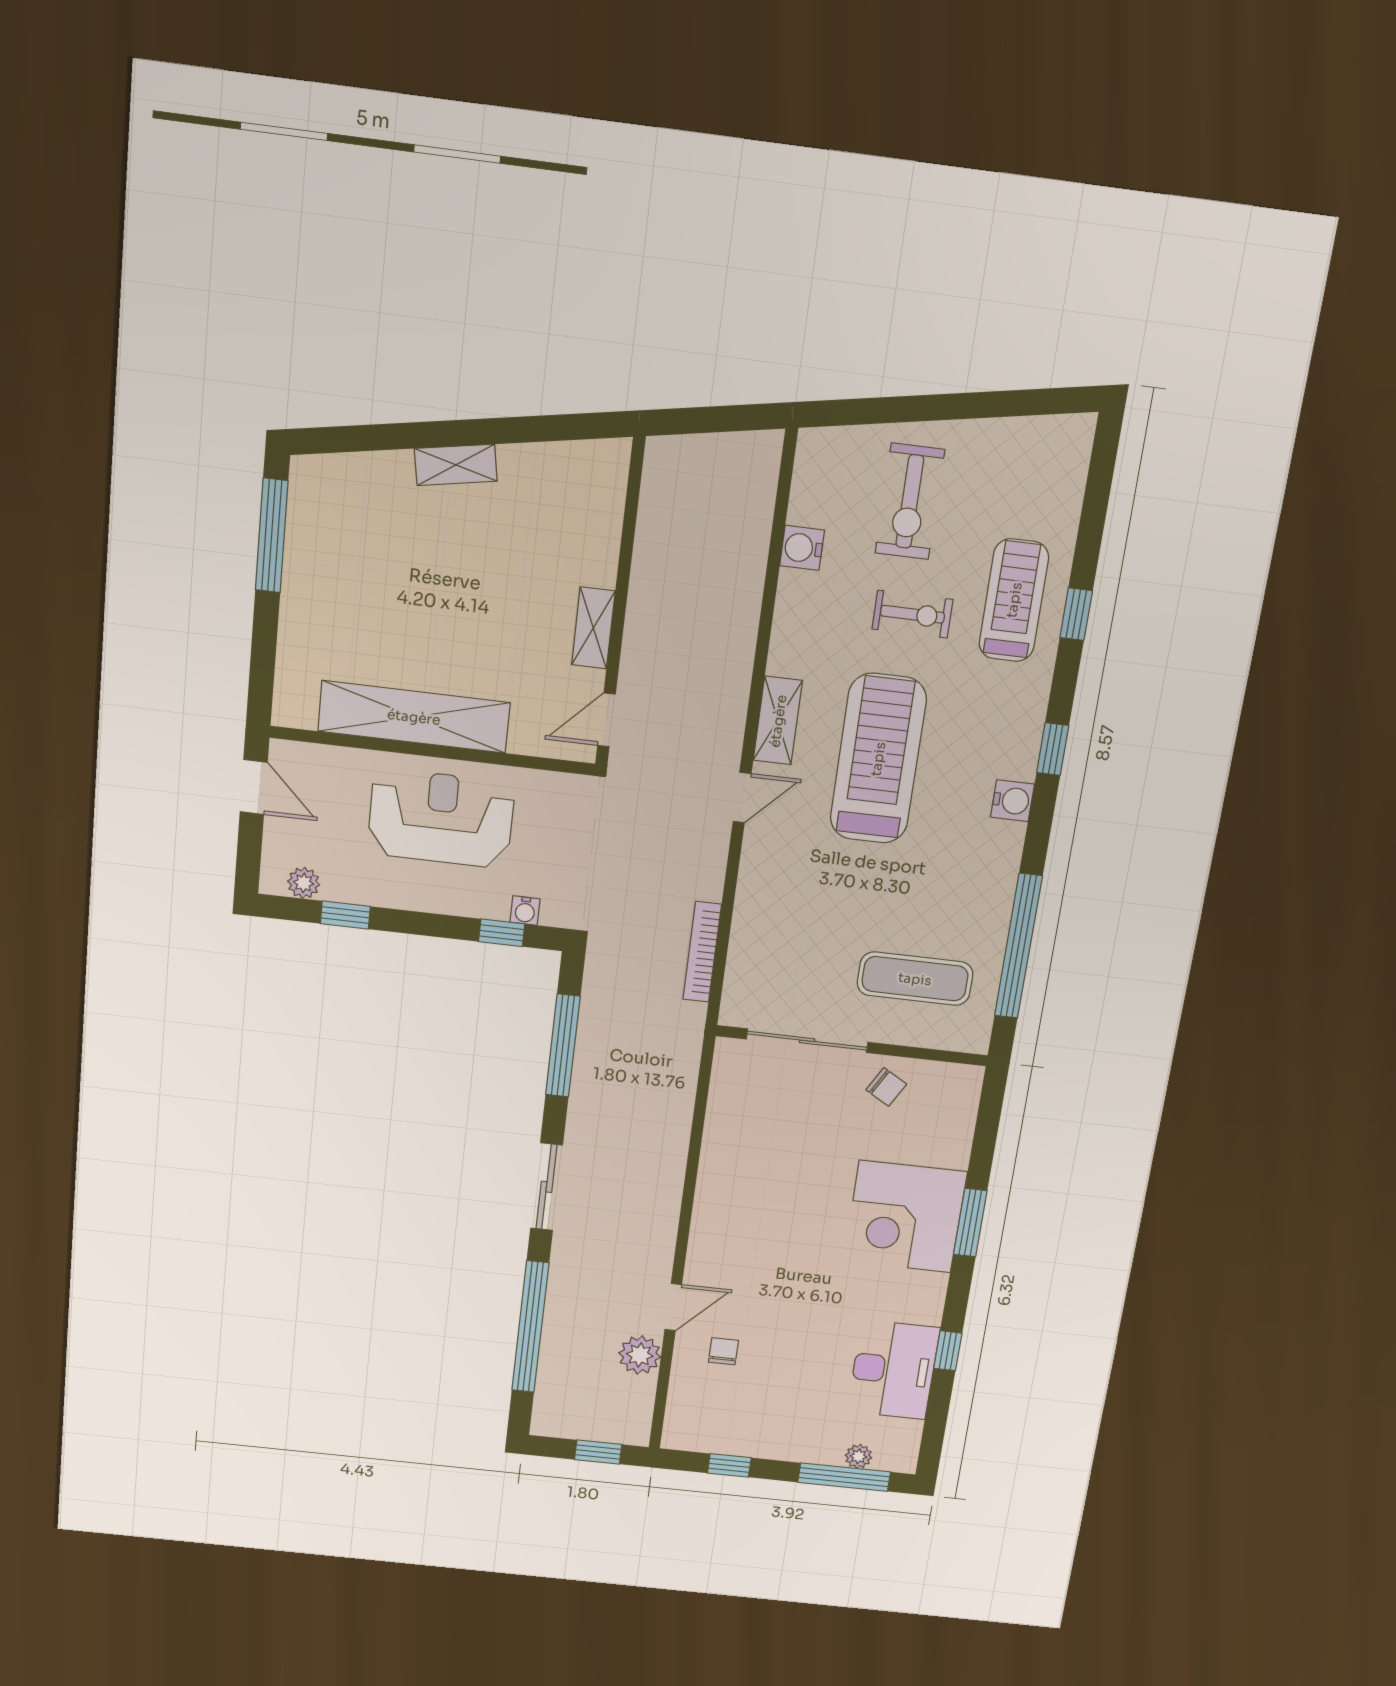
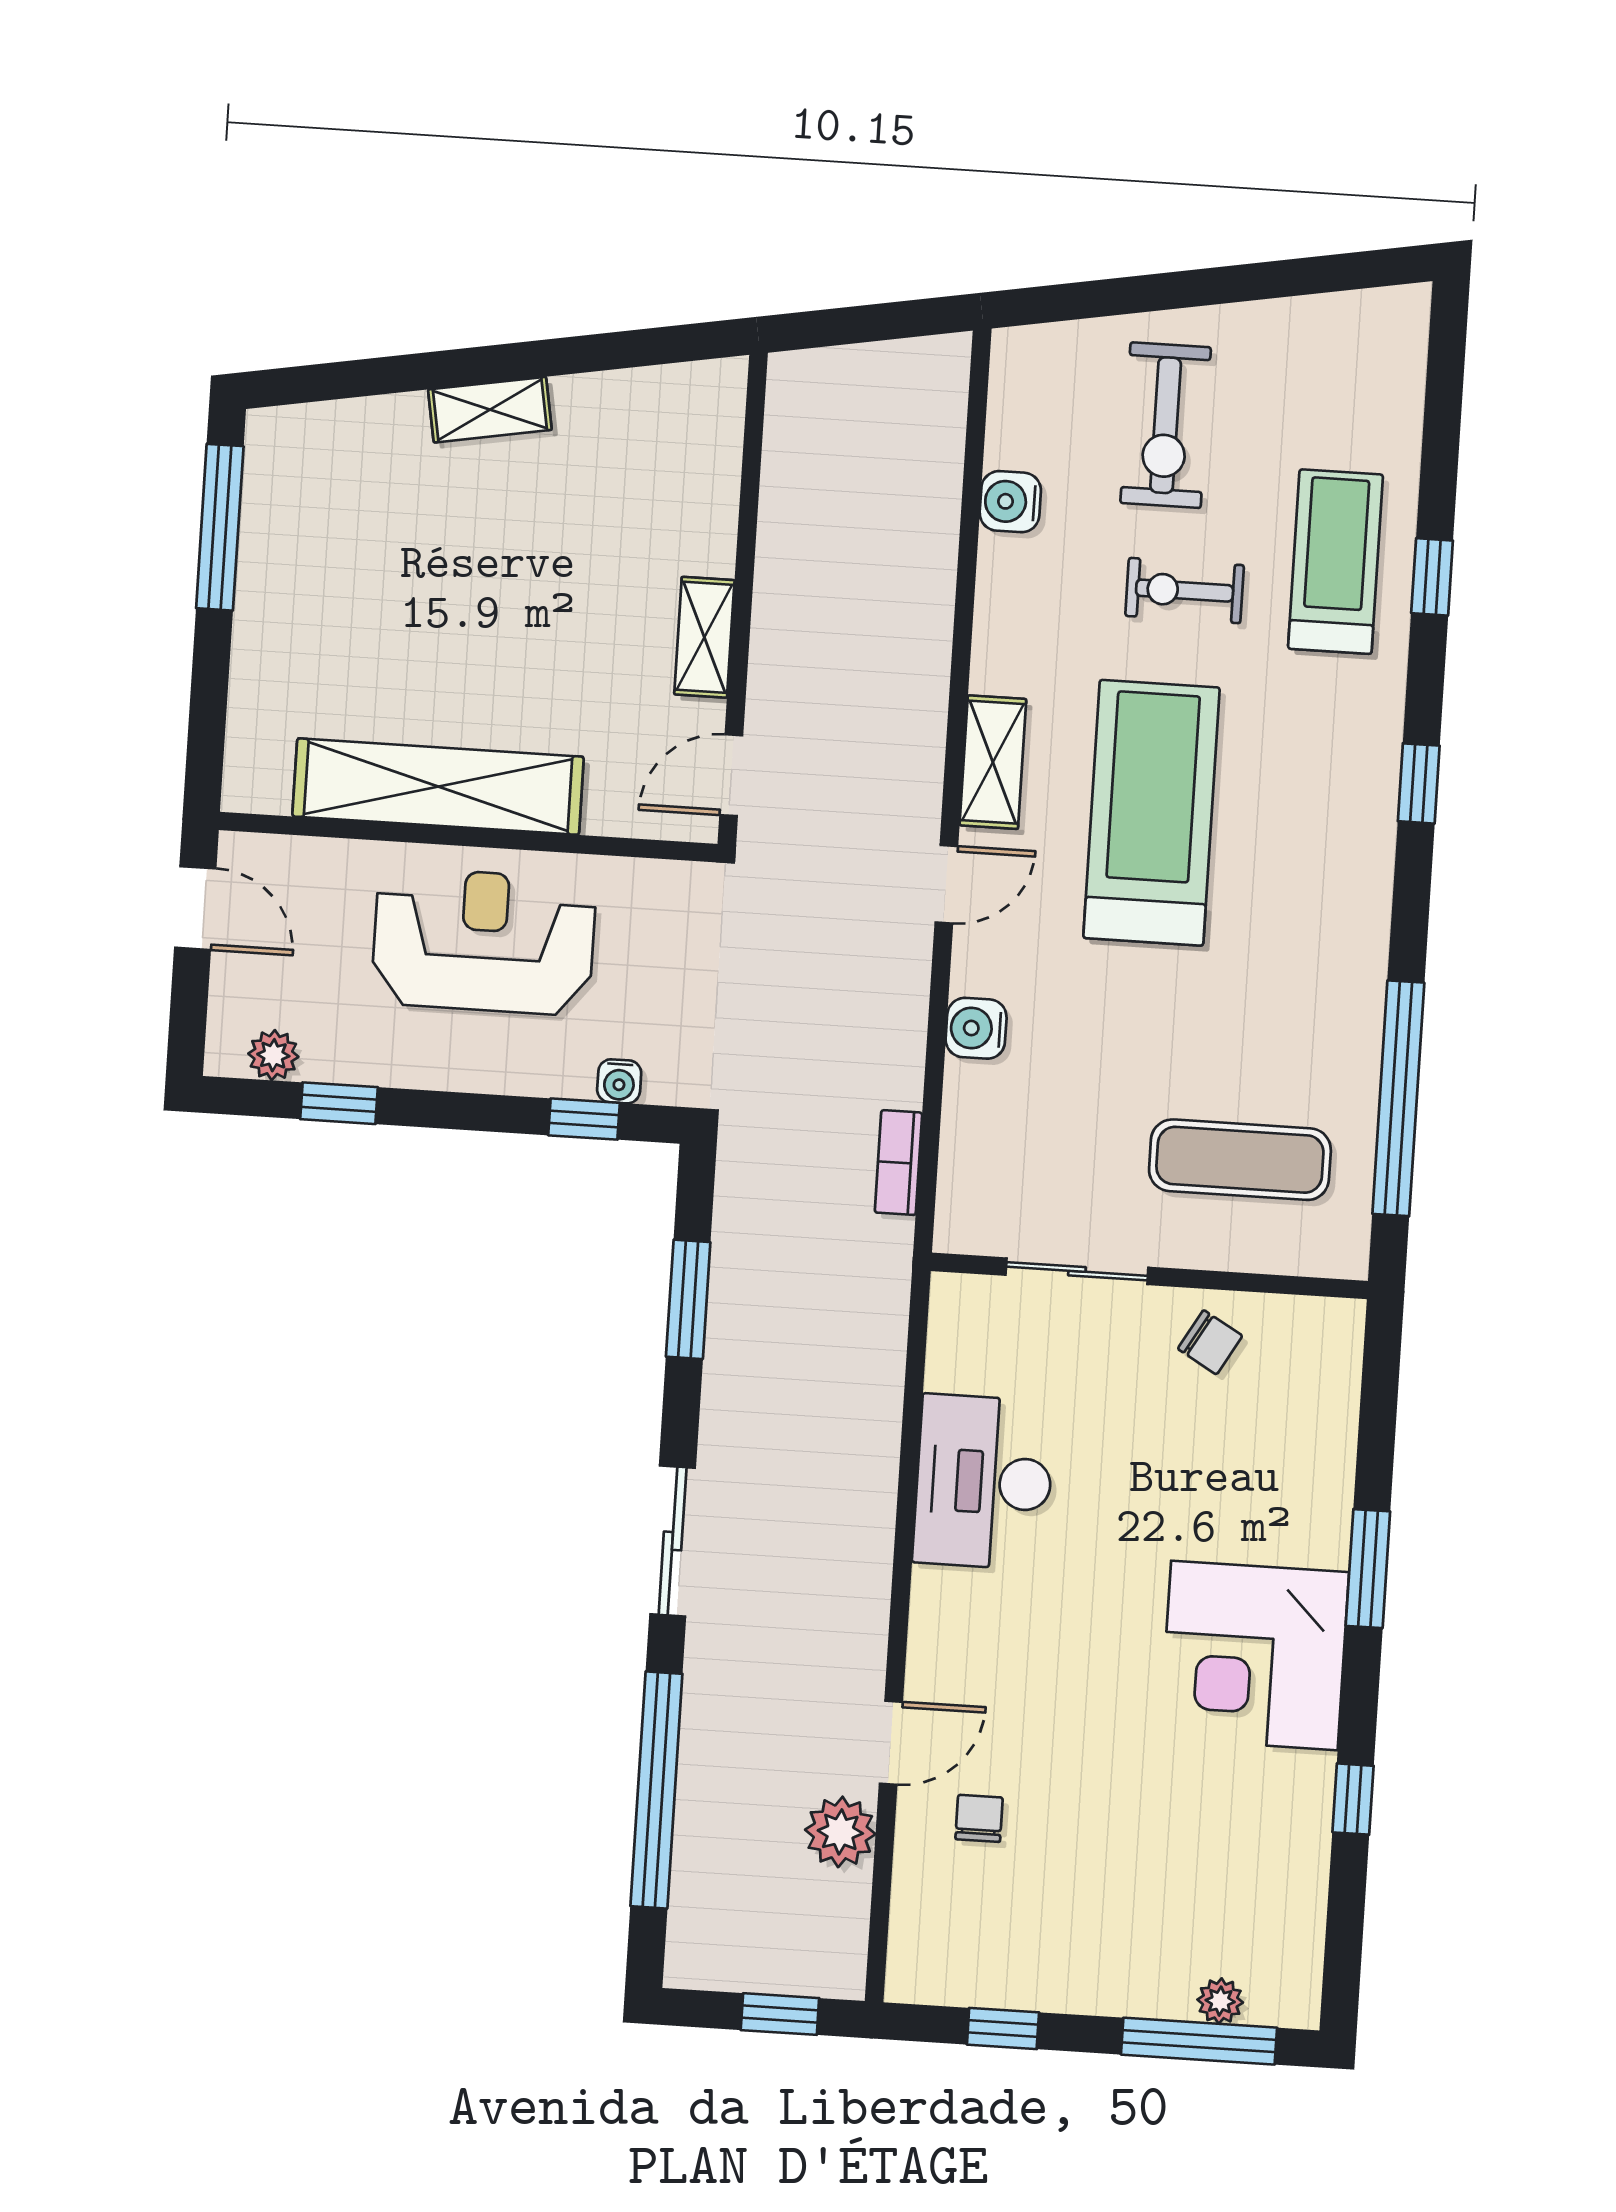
exercise bike: (913, 614) -> (1185, 591), turned 180
water cooler: (1012, 801) -> (976, 1028), moved, turned 180
bookcase: (702, 952) -> (899, 1163), width x0.64
sliding door: (807, 1041) -> (1077, 1271), width x0.73
window: (563, 1046) -> (688, 1299), width x0.69
corner desk: (905, 1217) -> (1254, 1655), moved
desk: (893, 1370) -> (984, 1482), moved, turned 180

